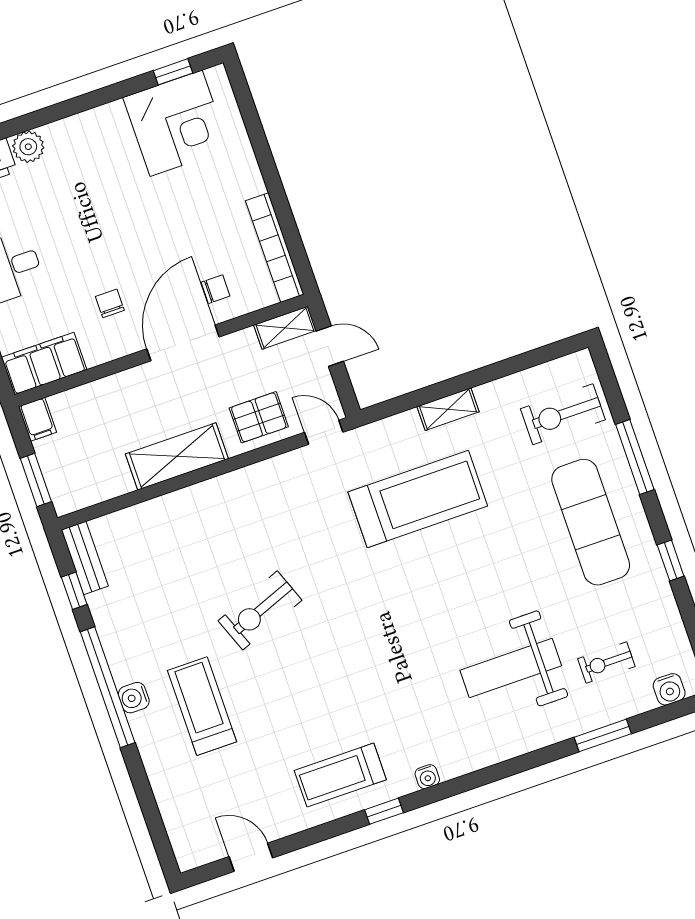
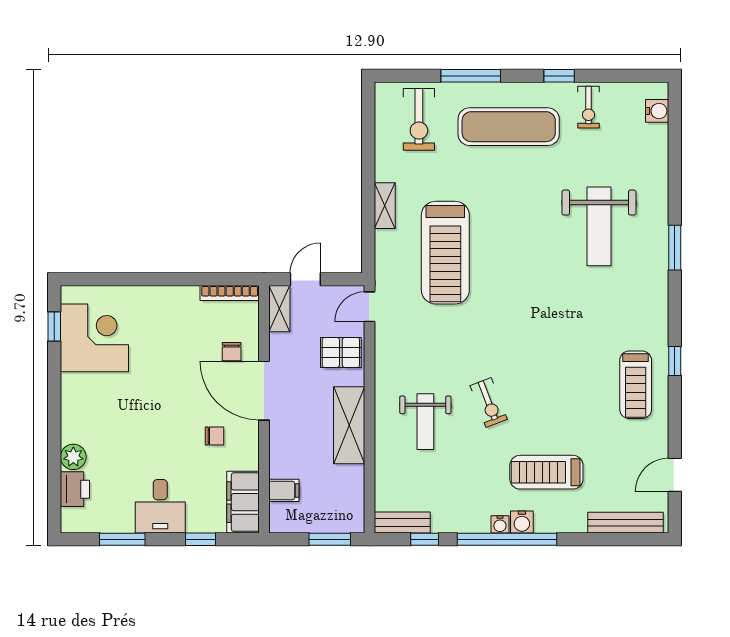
bookcase: (275, 248) -> (230, 293), width x0.68, depth x0.76
chair: (216, 289) -> (232, 352), turned 180
chair: (110, 303) -> (214, 436), turned 180
pallet: (259, 417) -> (341, 352), turned 90
filing cabinet: (38, 419) -> (284, 490), moved
treadmill: (418, 499) -> (445, 253), turned 180
weight bench: (212, 544) -> (425, 422), added
exercise bike: (260, 610) -> (489, 403), width x0.73, depth x0.72
exercise bike: (606, 663) -> (588, 107), moved
window: (603, 735) -> (675, 248), moved
water cooler: (427, 777) -> (500, 524), moved, turned 90
bench: (175, 819) -> (626, 523), added

